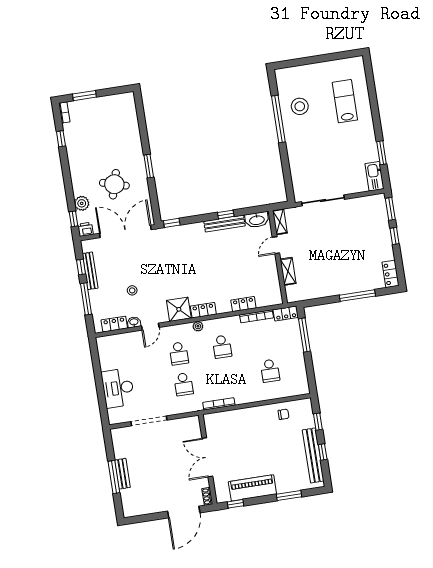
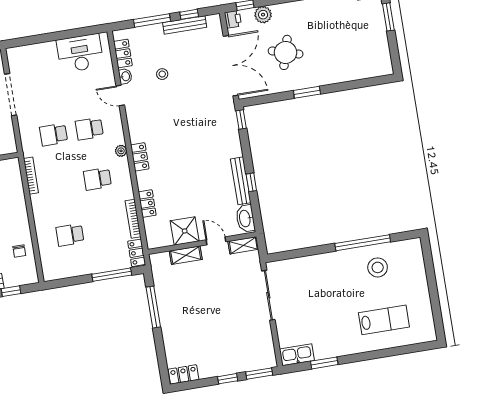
window: (357, 296) -> (153, 307), moved
shower: (179, 309) -> (185, 231), moved
desk: (118, 388) -> (80, 53), moved

